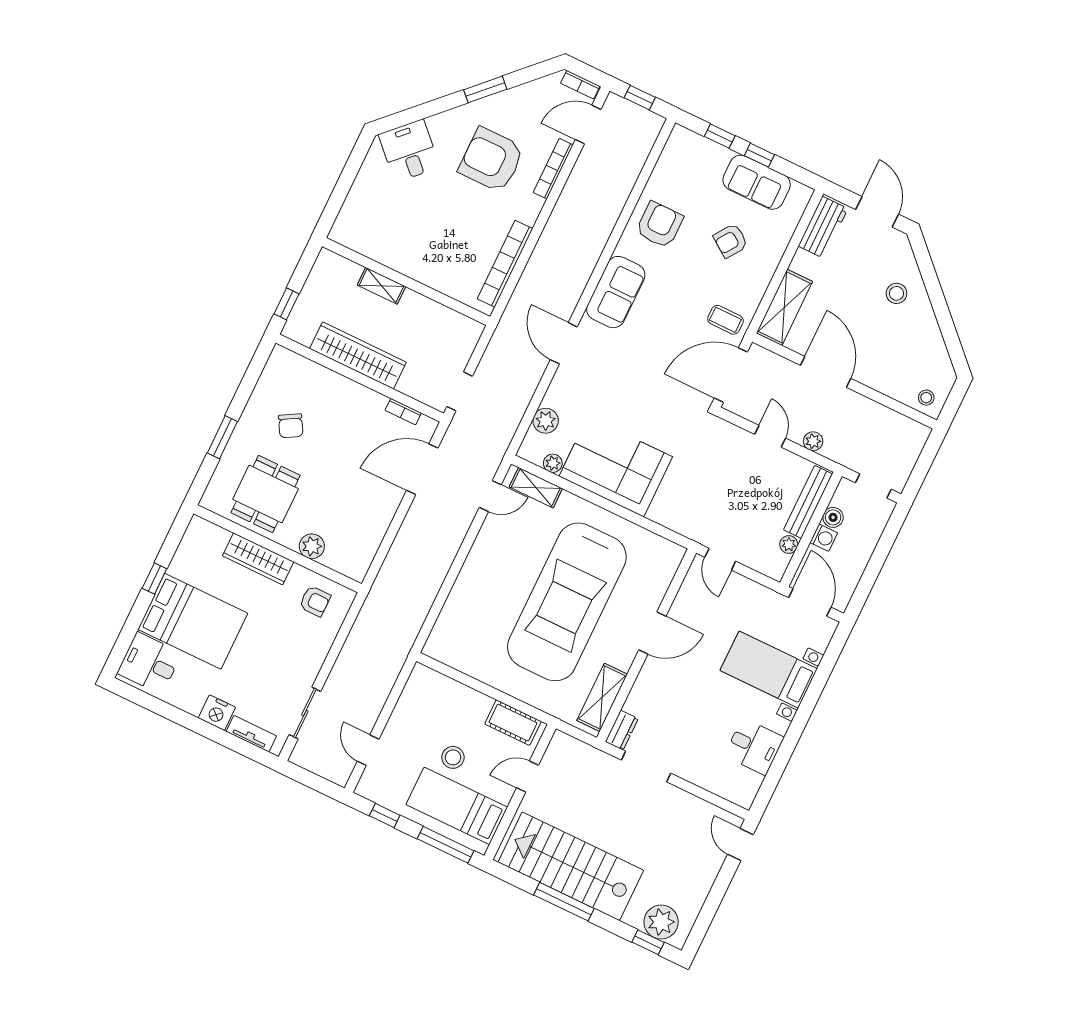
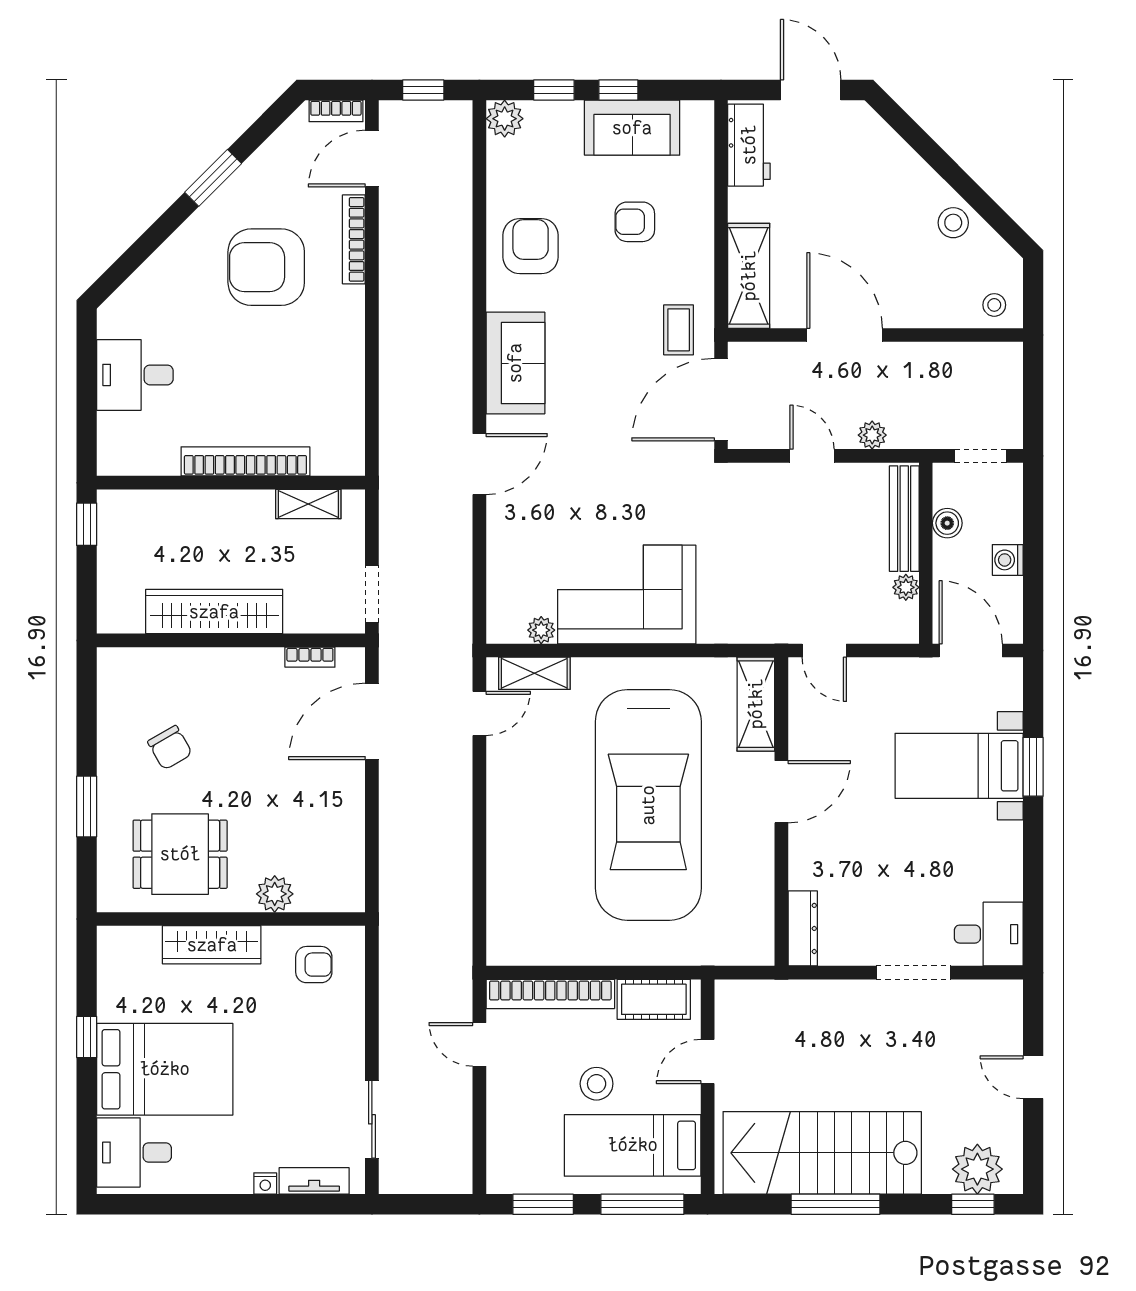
desk: (409, 151) -> (135, 375), moved, turned -45
armchair: (731, 241) -> (635, 222), turned 55
bookcase: (505, 264) -> (245, 461), moved, turned 90
shelving: (381, 286) -> (308, 504), moved
stool: (896, 293) -> (953, 223), moved
window: (287, 304) -> (87, 524), moved
coffee table: (725, 320) -> (679, 330), turned 90
door: (564, 343) -> (479, 464), swing flipped
plant: (546, 421) -> (505, 119), moved
dining table: (266, 494) -> (180, 854), turned 90
washing machine: (824, 538) -> (1008, 560), moved, turned 180
bookcase: (451, 689) -> (550, 994), added
window: (814, 692) -> (1033, 767), added
shelving: (602, 697) -> (756, 704), moved
nightstand: (217, 713) -> (265, 1184), width x0.53, depth x0.56
dresser: (622, 730) -> (803, 928), width x1.44
desk: (754, 747) -> (989, 934), moved
door: (368, 750) -> (479, 1044), moved
doorway: (646, 767) -> (913, 973), moved
window: (385, 815) -> (543, 1204), width x1.50
door: (740, 845) -> (1033, 1077), moved

